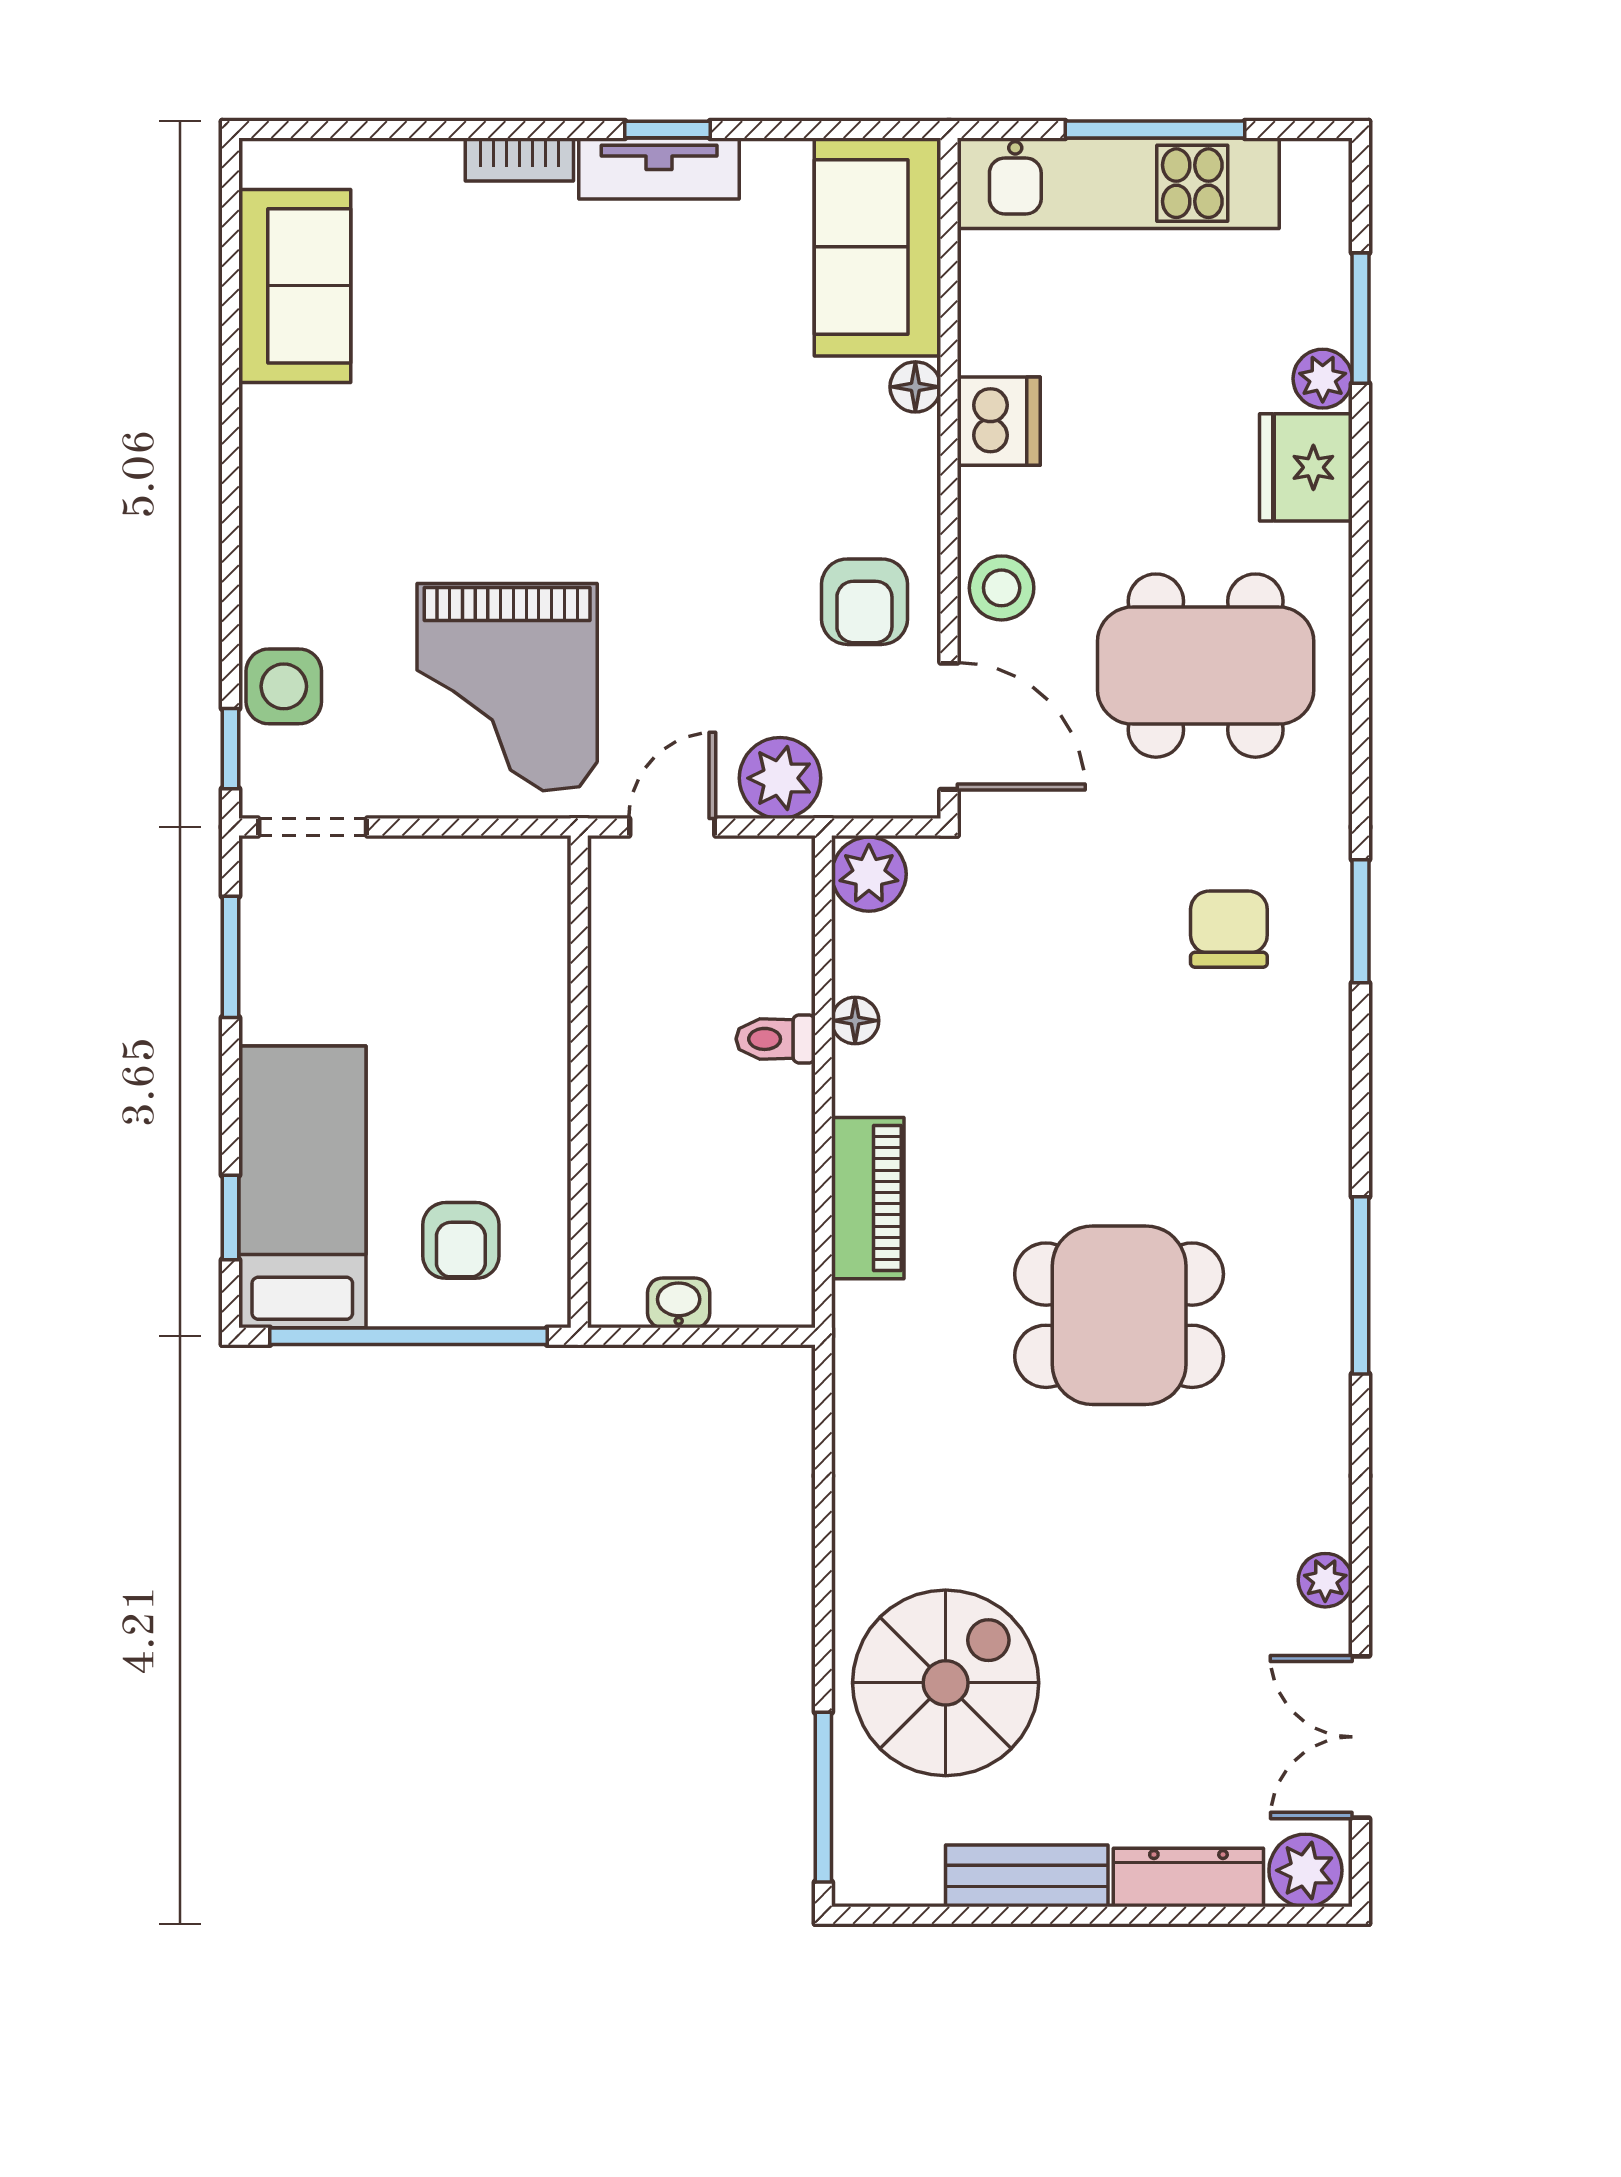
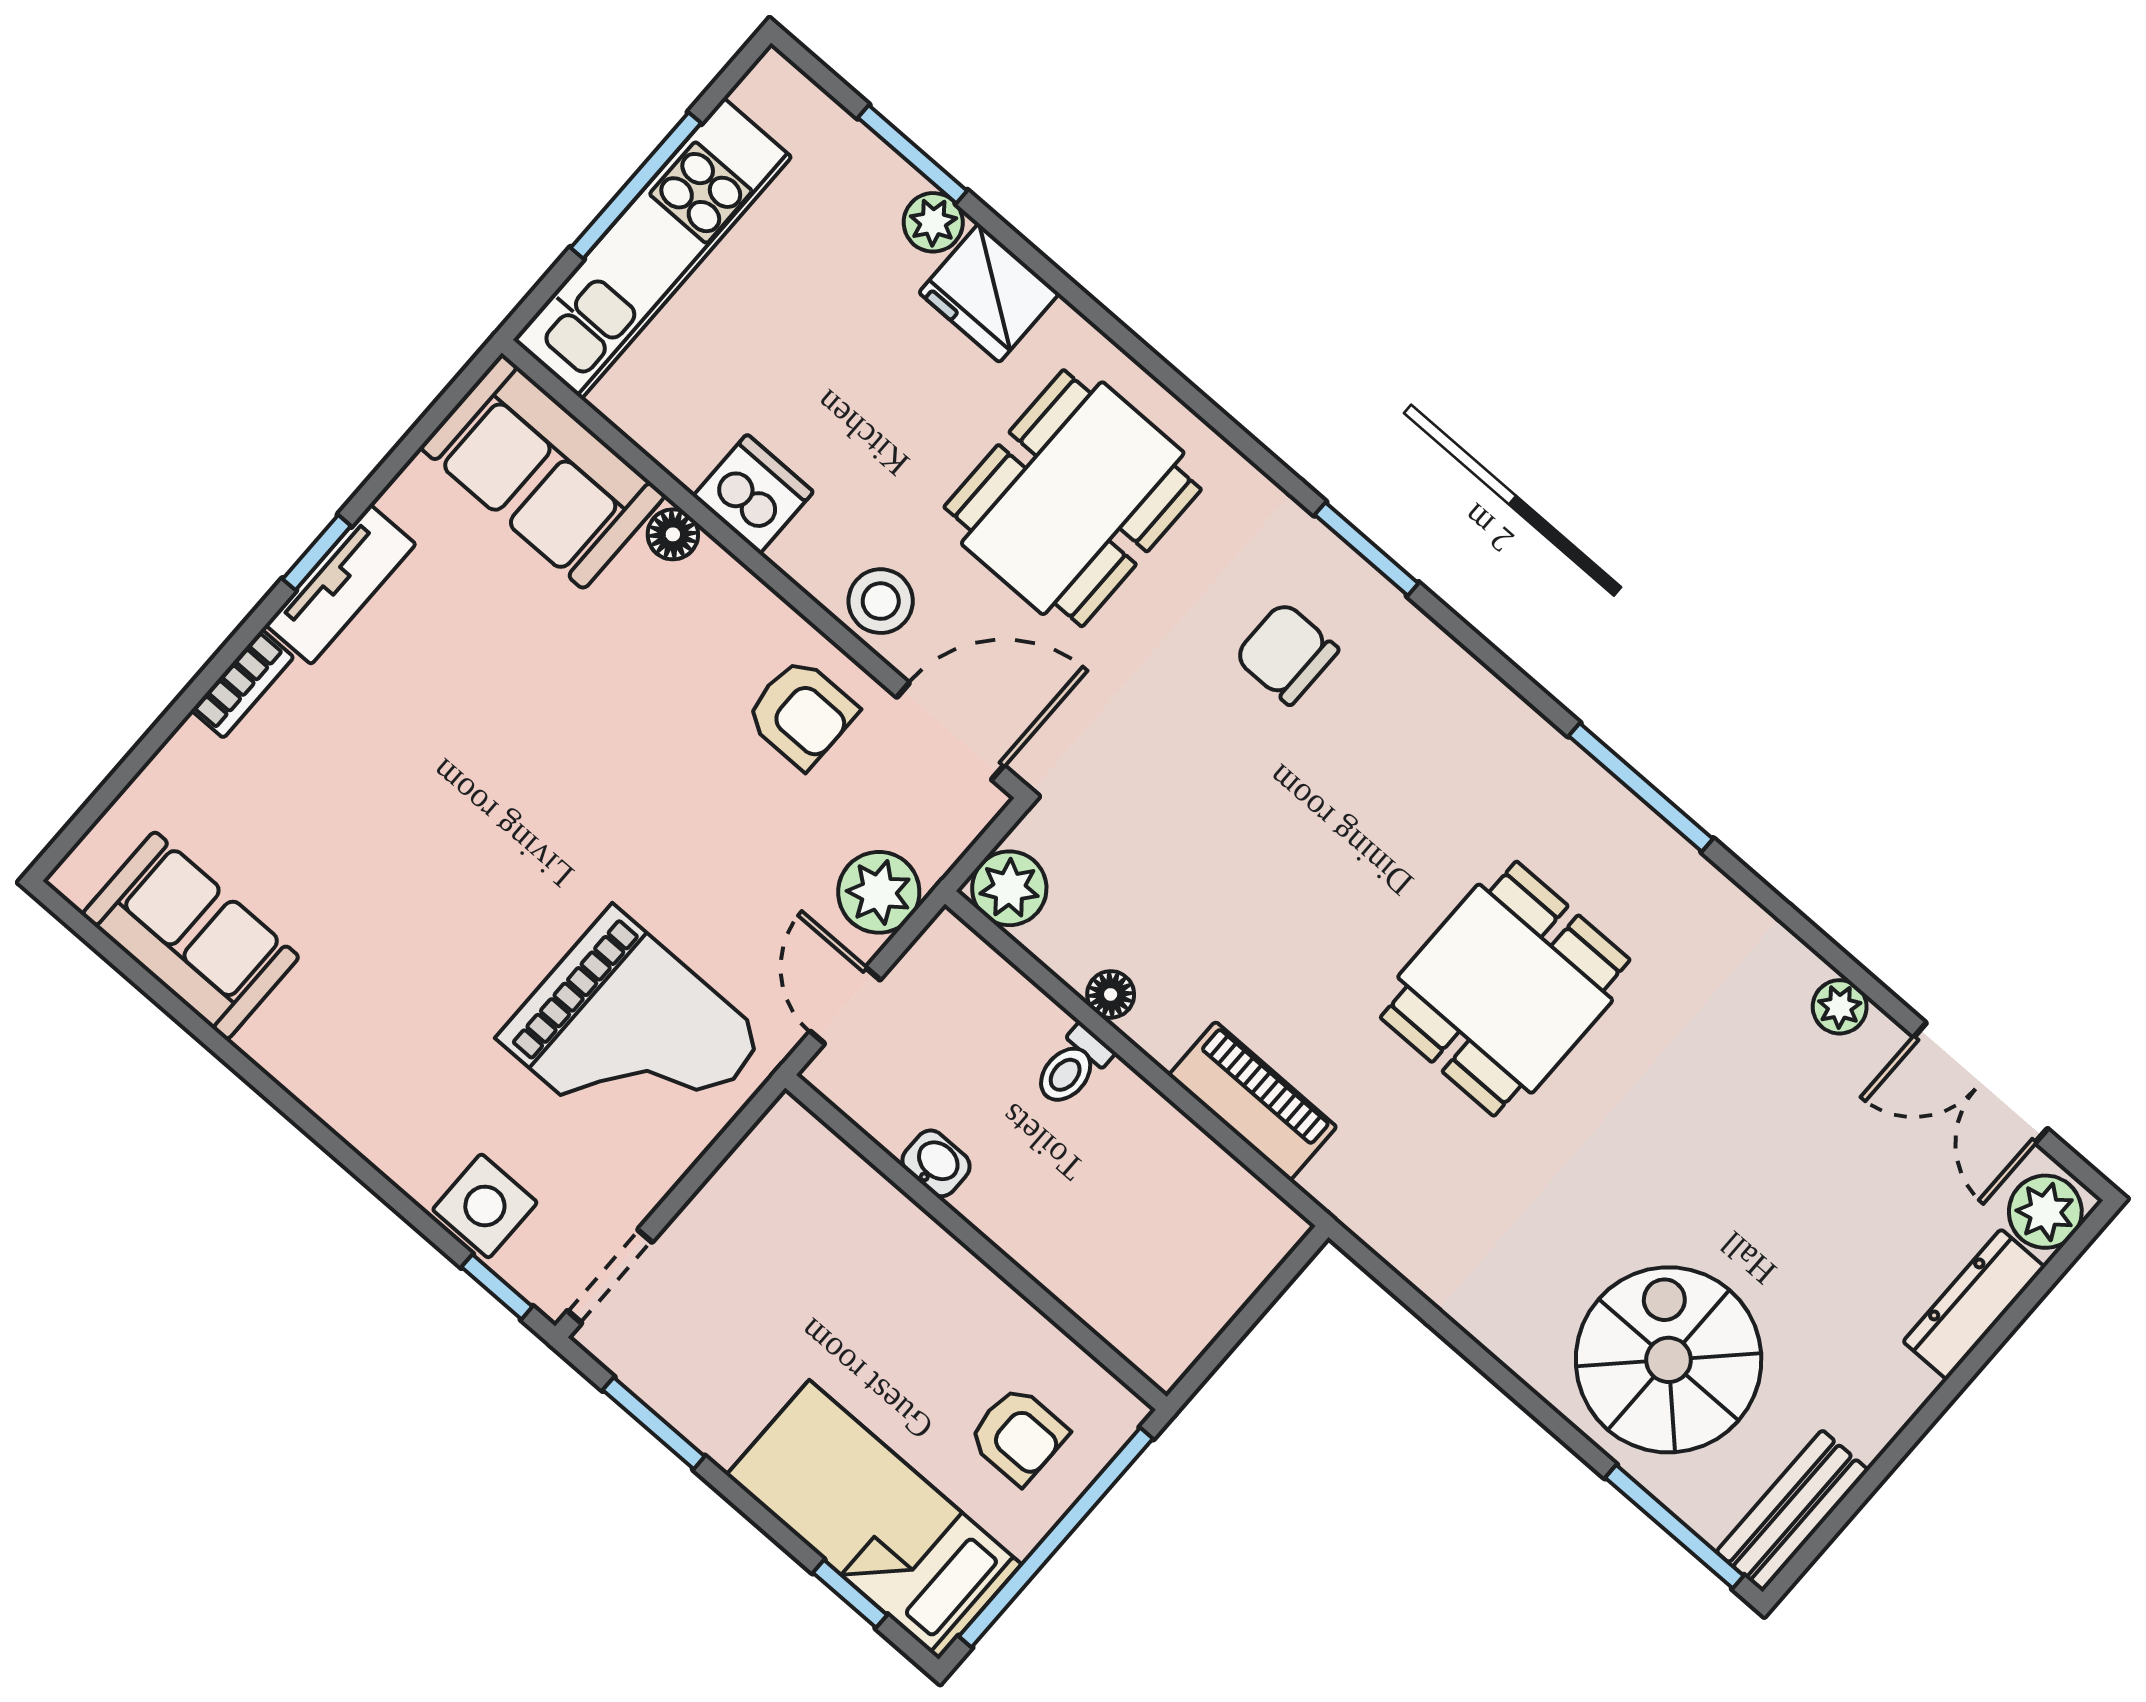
washbasin: (679, 1303) -> (936, 1163), moved, turned 90
bench: (1027, 1876) -> (1792, 1511), moved

